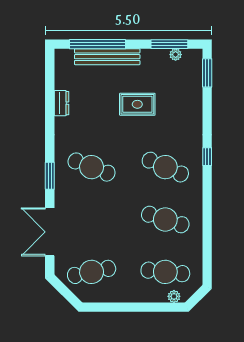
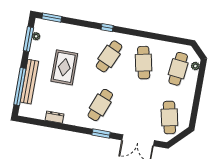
rug: (137, 104) -> (64, 67), width x1.36, depth x1.43
cafe table: (165, 219) -> (144, 63), turned -30

